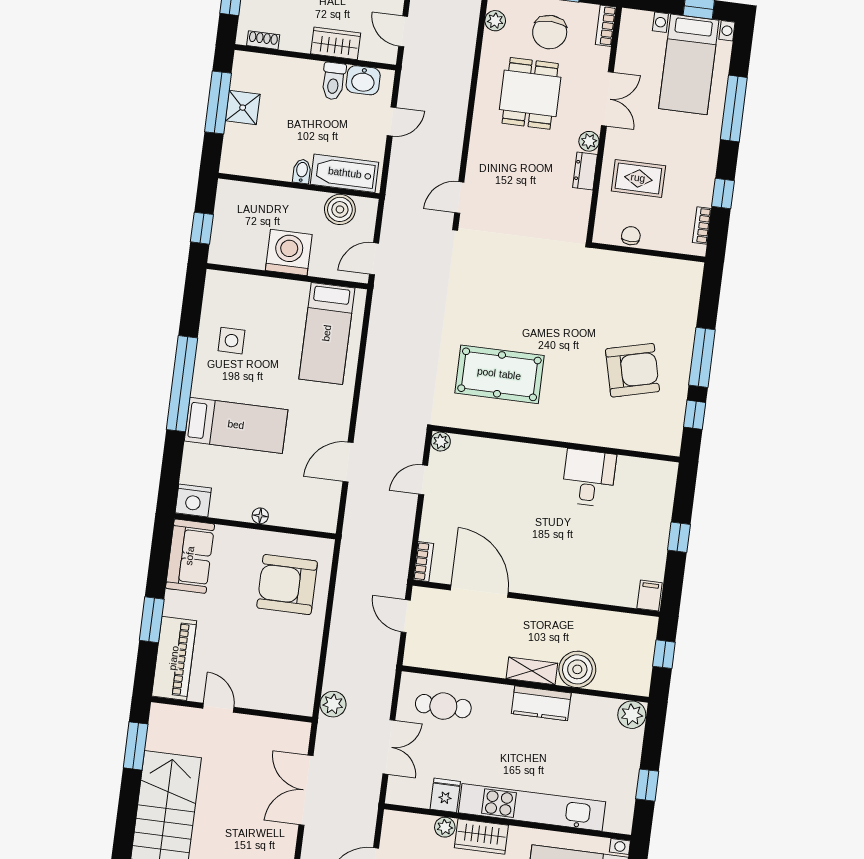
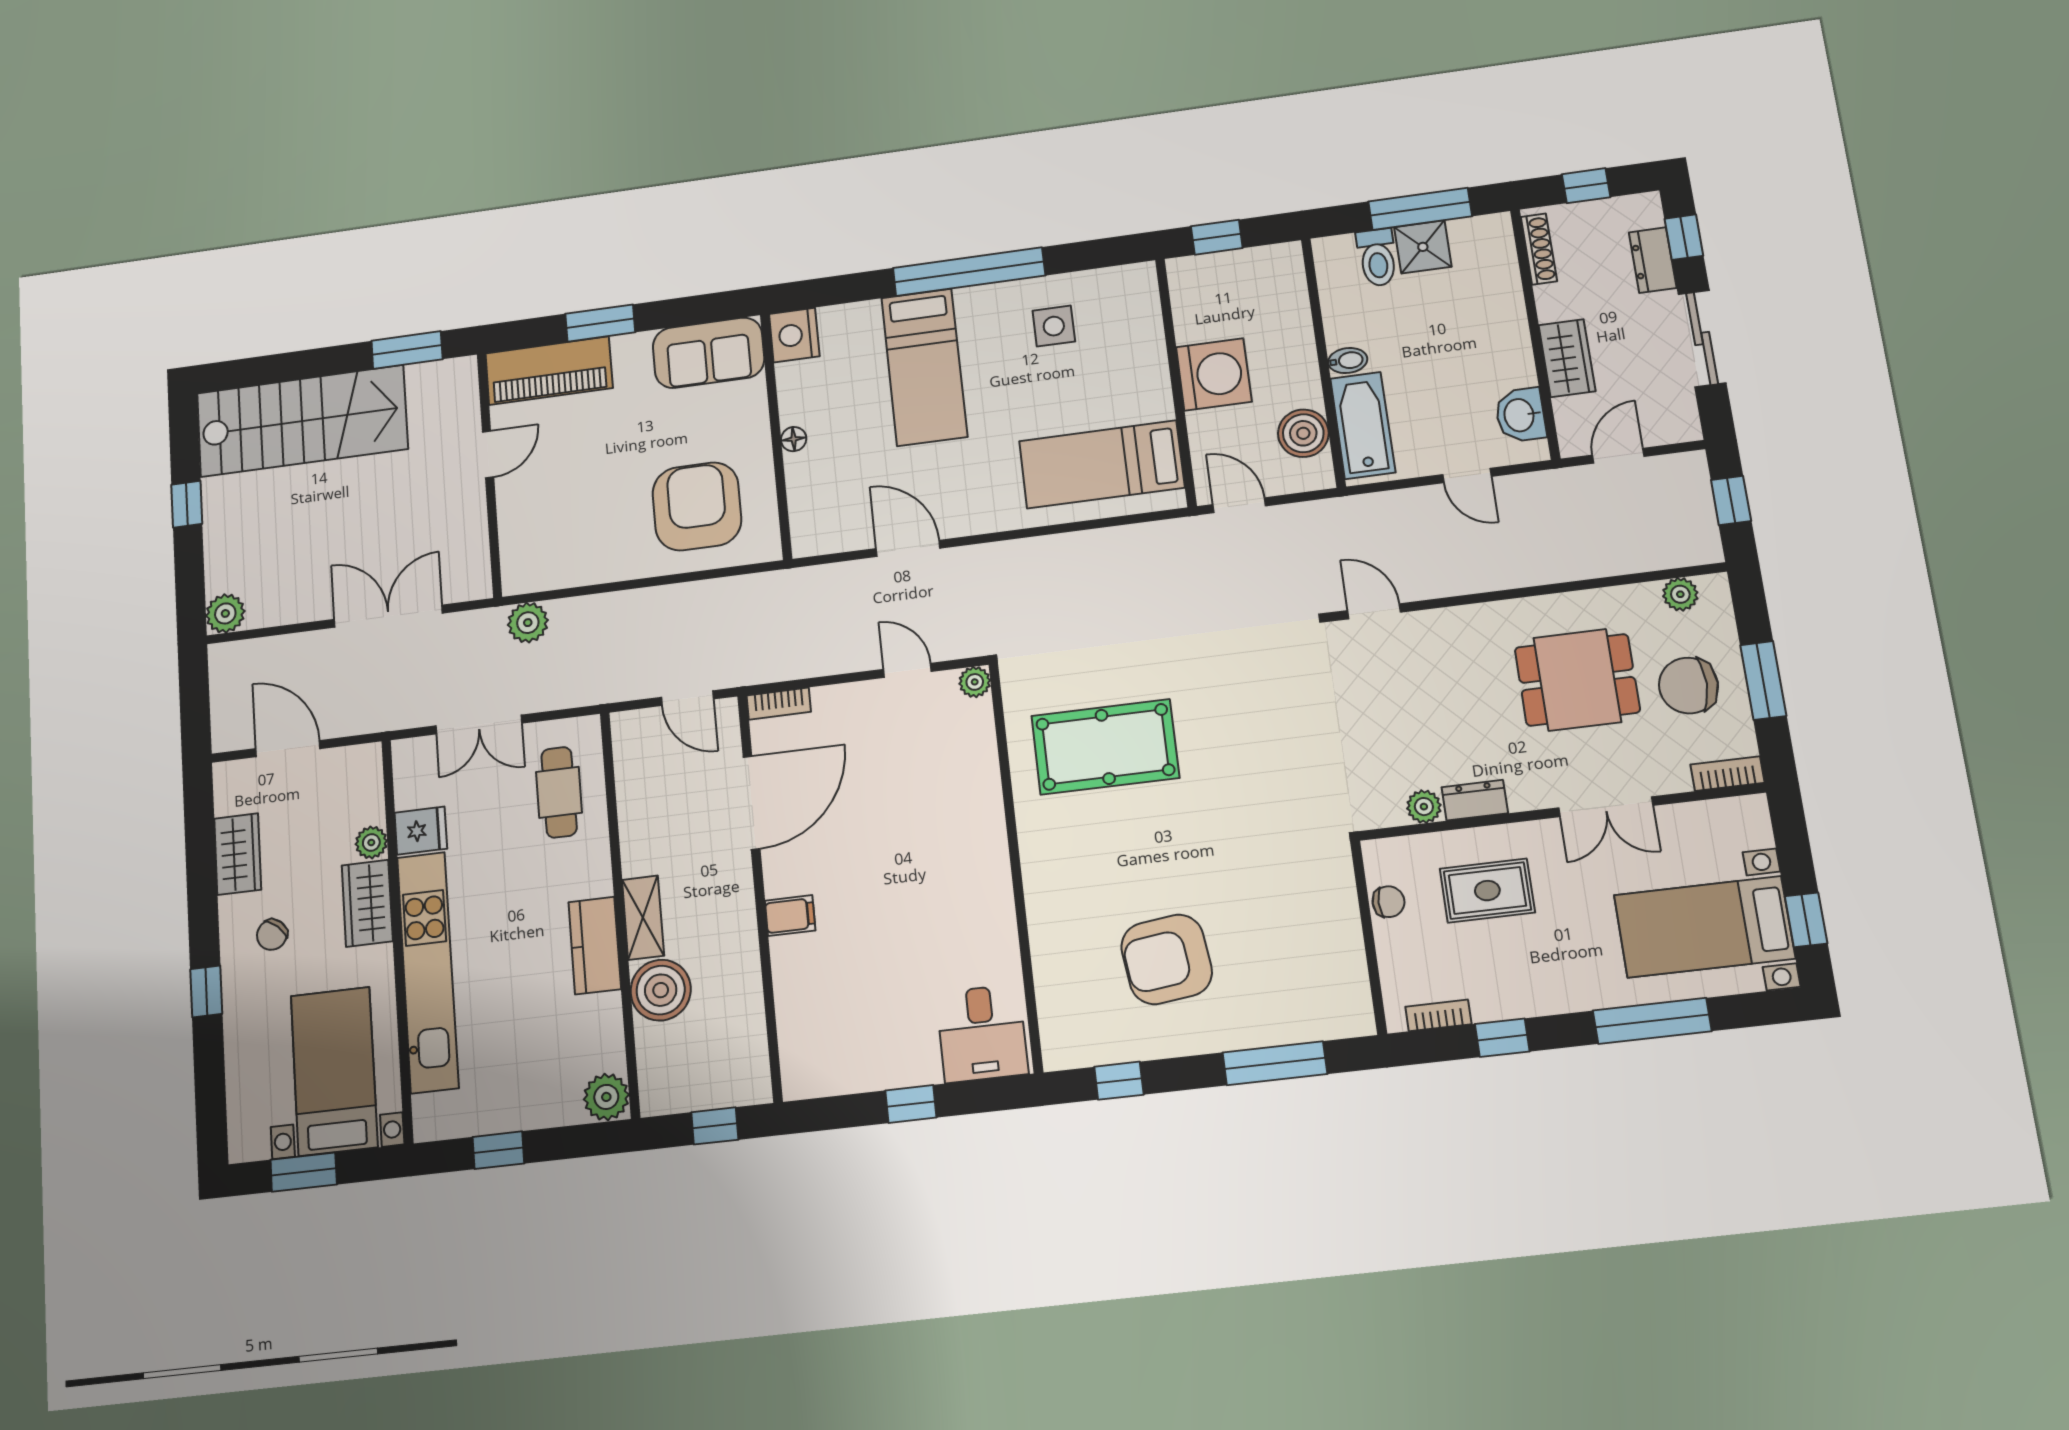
shoe rack: (263, 40) -> (1539, 249), width x1.43
toilet: (333, 81) -> (1377, 258), moved, turned -90
plant: (589, 141) -> (1424, 807), moved
rug: (638, 178) -> (1487, 891), turned 90
window: (702, 357) -> (1275, 1063), moved
armchair: (632, 370) -> (1167, 959), turned 97
pool table: (499, 374) -> (1105, 747), turned 90
desk: (589, 478) -> (982, 1033), moved, turned 90
filing cabinet: (649, 595) -> (790, 916), moved
door: (406, 616) -> (687, 698), swing flipped

